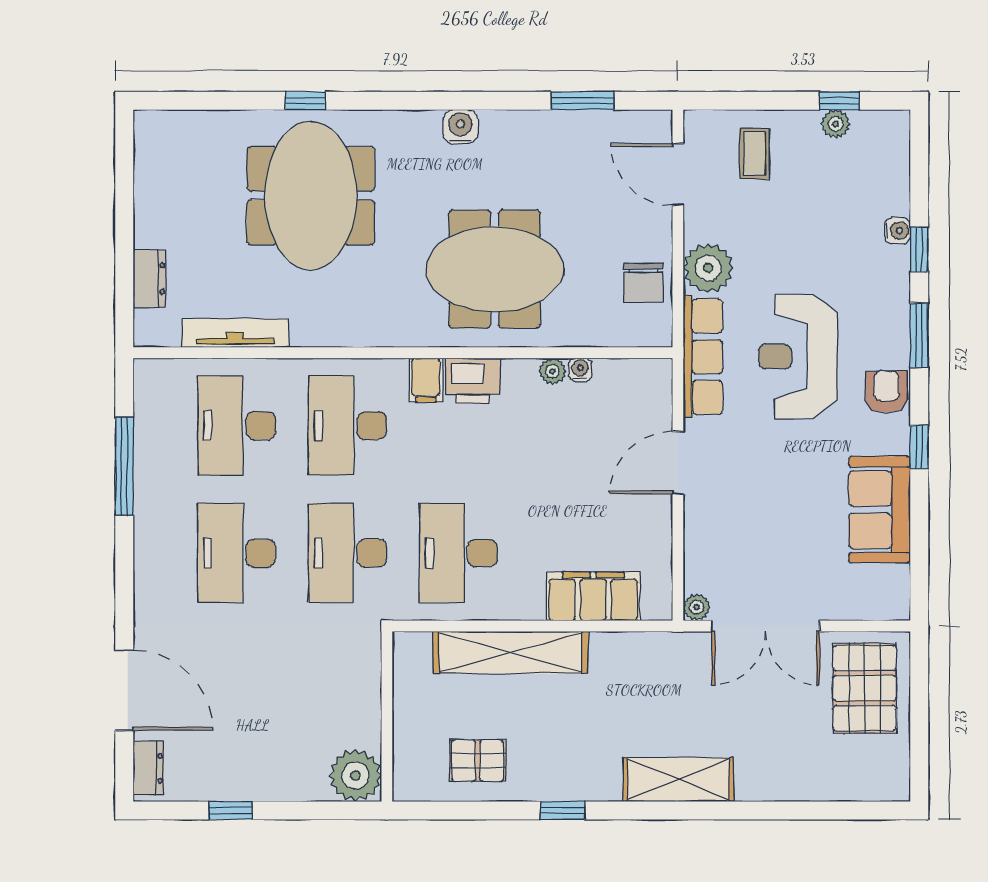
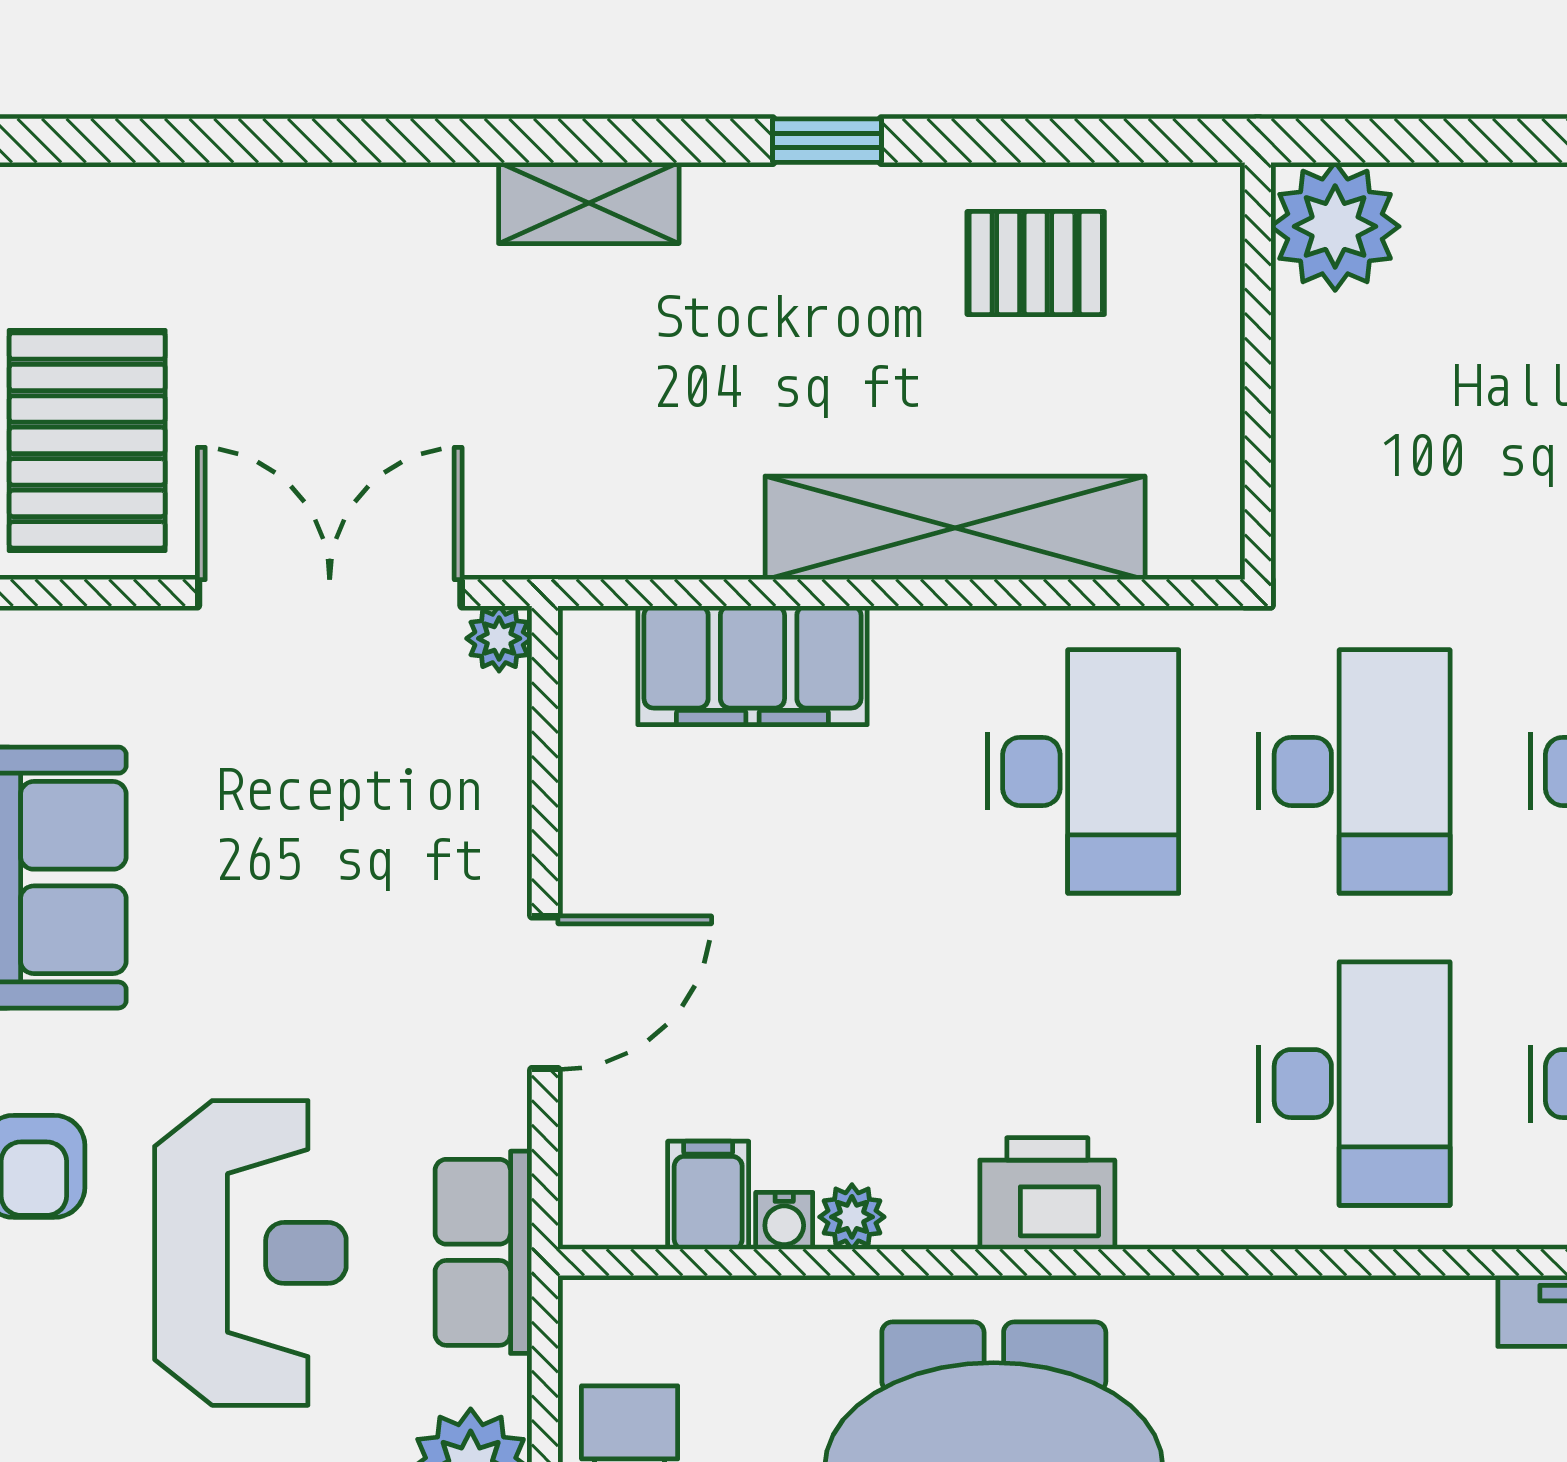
row of seats: (703, 357) -> (483, 1252), width x0.68
filing cabinet: (426, 380) -> (708, 1195), moved
shelving: (678, 779) -> (589, 203), width x0.67, depth x0.75

